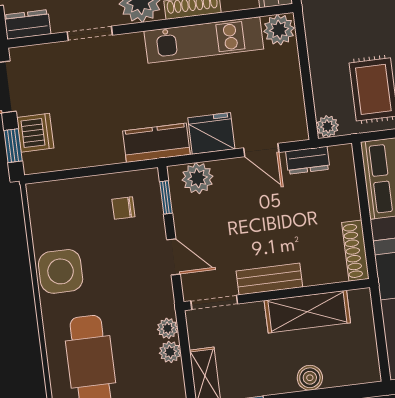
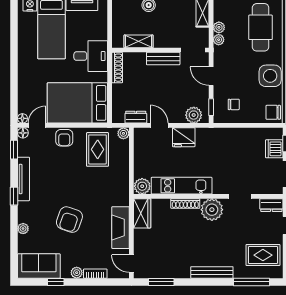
kitchen counter: (156, 143) -> (213, 136), removed
chair: (46, 202) -> (273, 112), added
shelving: (307, 312) -> (139, 41), width x0.67, depth x0.75

